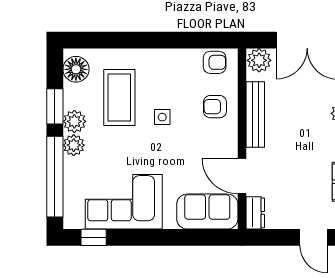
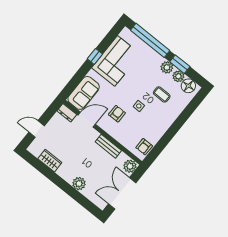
coffee table: (119, 98) -> (162, 94), width x0.54, depth x0.58
armchair: (215, 107) -> (117, 114), moved
bench: (255, 114) -> (108, 146), width x0.73
plant: (74, 145) -> (178, 76), moved
window: (94, 237) -> (95, 56), moved

